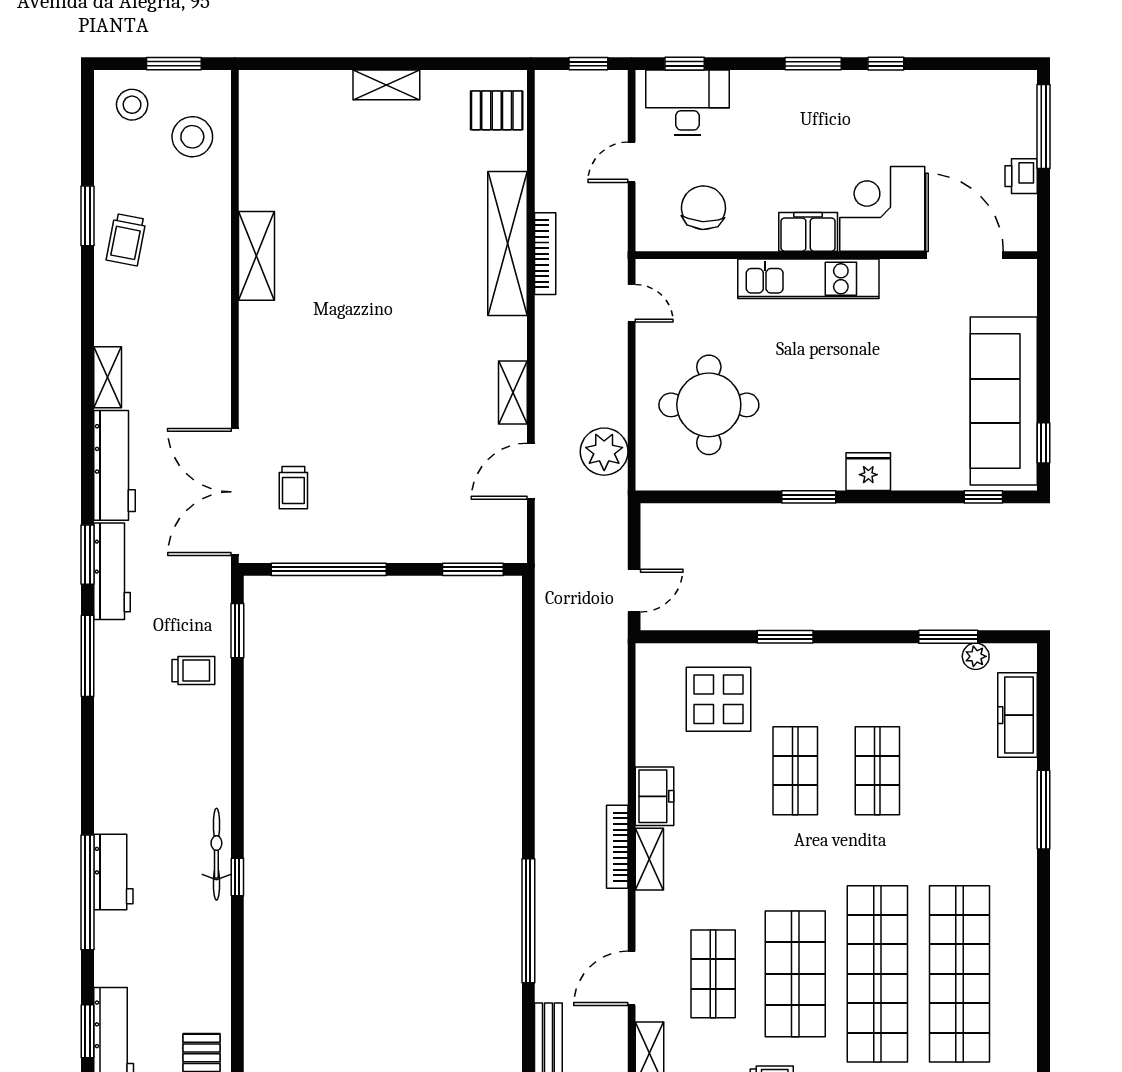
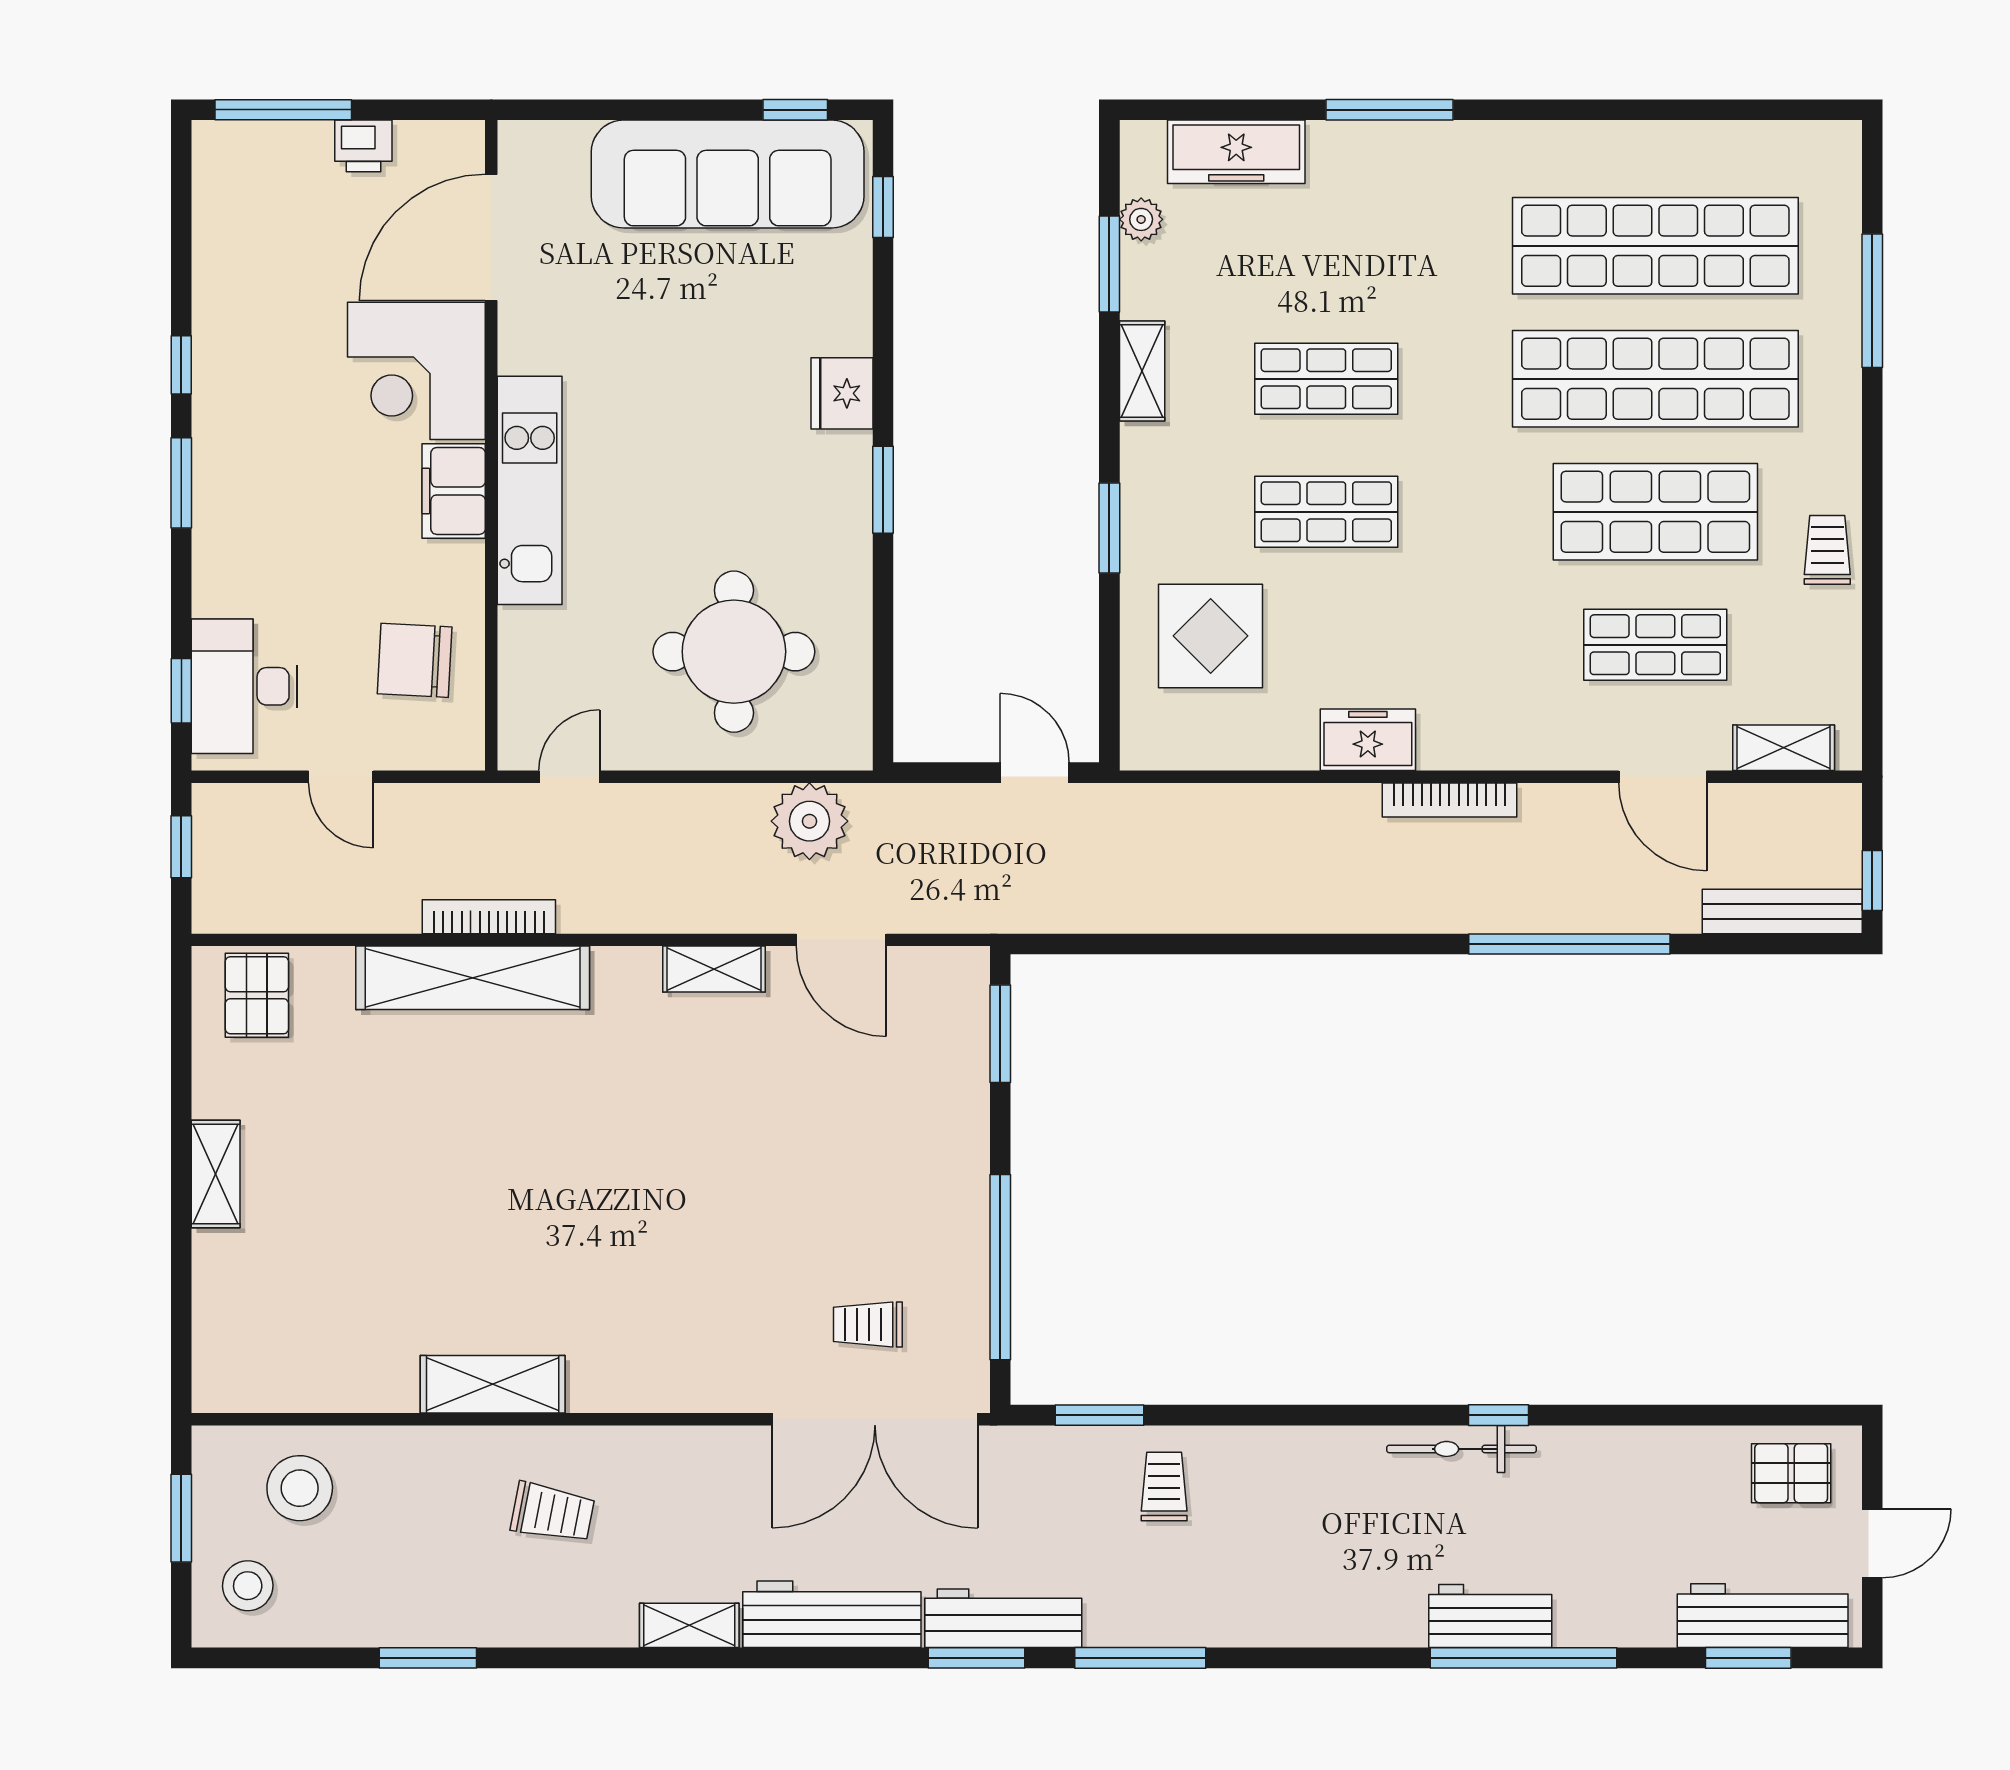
trolley: (126, 240) -> (553, 1513), moved
trolley: (293, 488) -> (868, 1324), turned 180
shelving: (649, 859) -> (1142, 371), moved, turned 90

